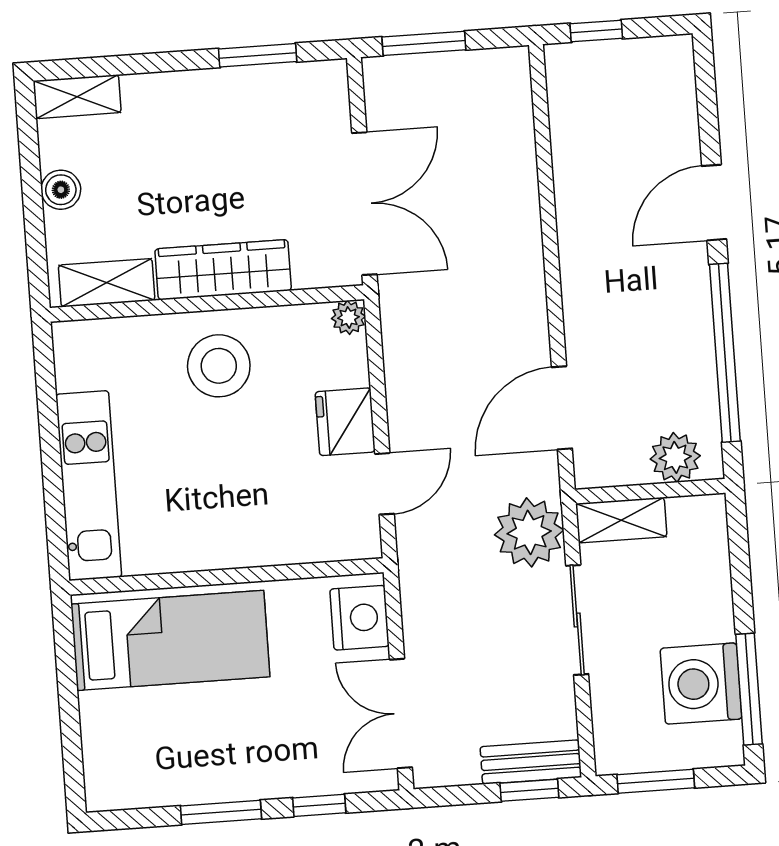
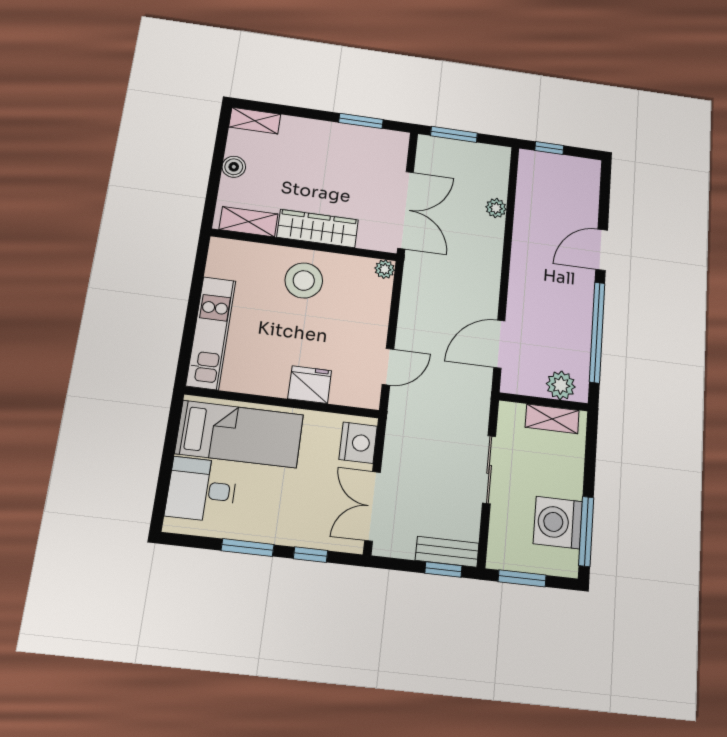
fridge: (345, 422) -> (310, 385), moved, turned 90
shelving: (621, 520) -> (552, 419), moved
plant: (529, 532) -> (496, 208), moved, width x0.53, depth x0.53
desk: (132, 738) -> (202, 490), added

